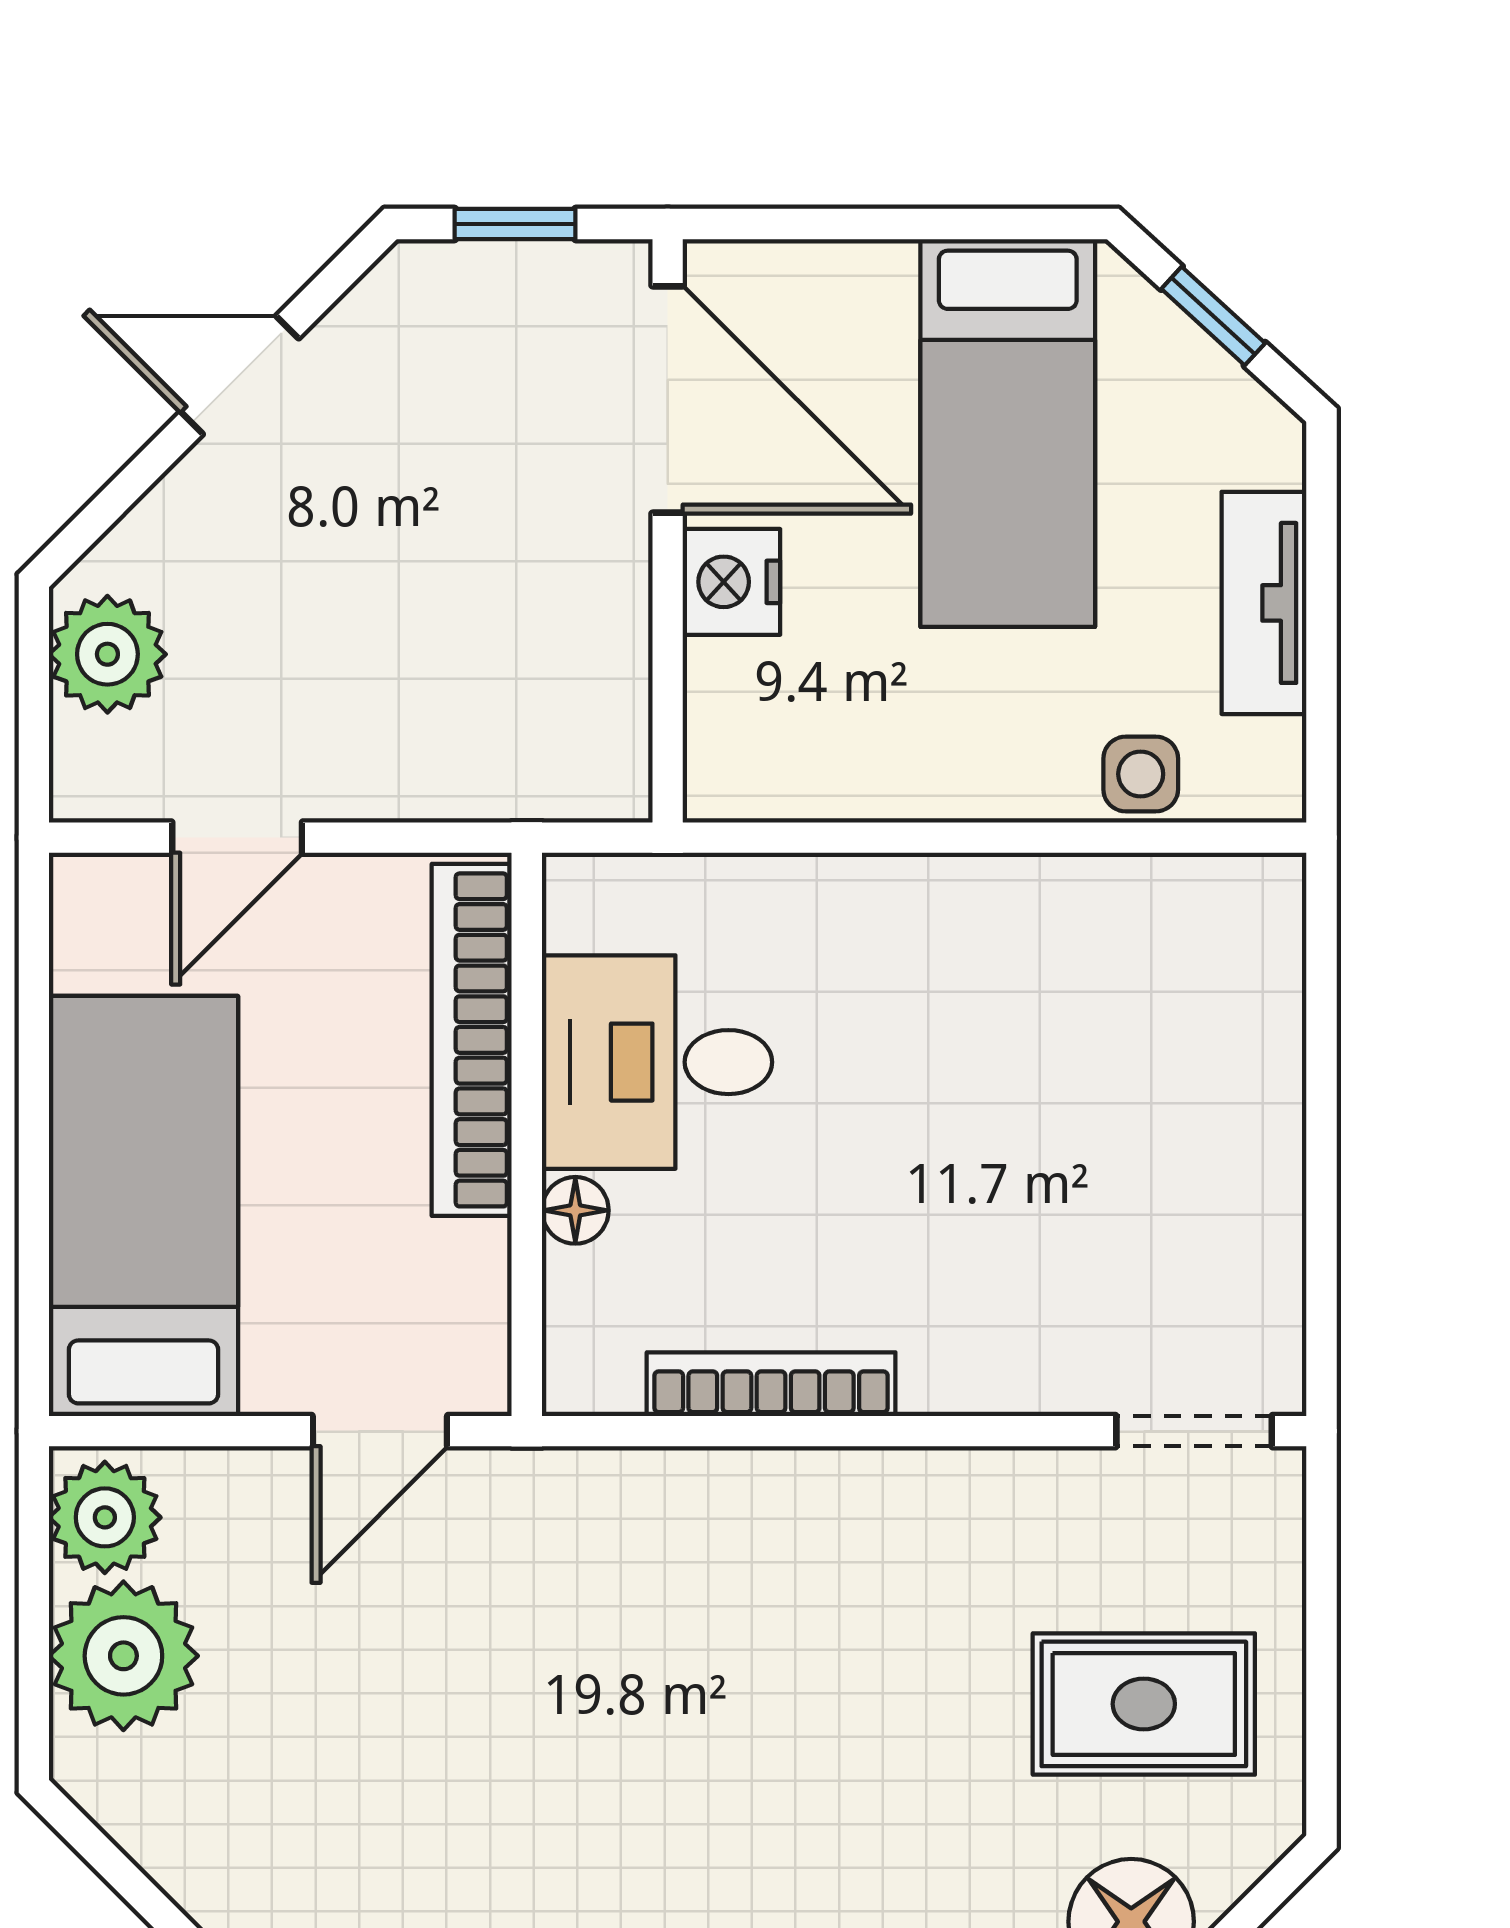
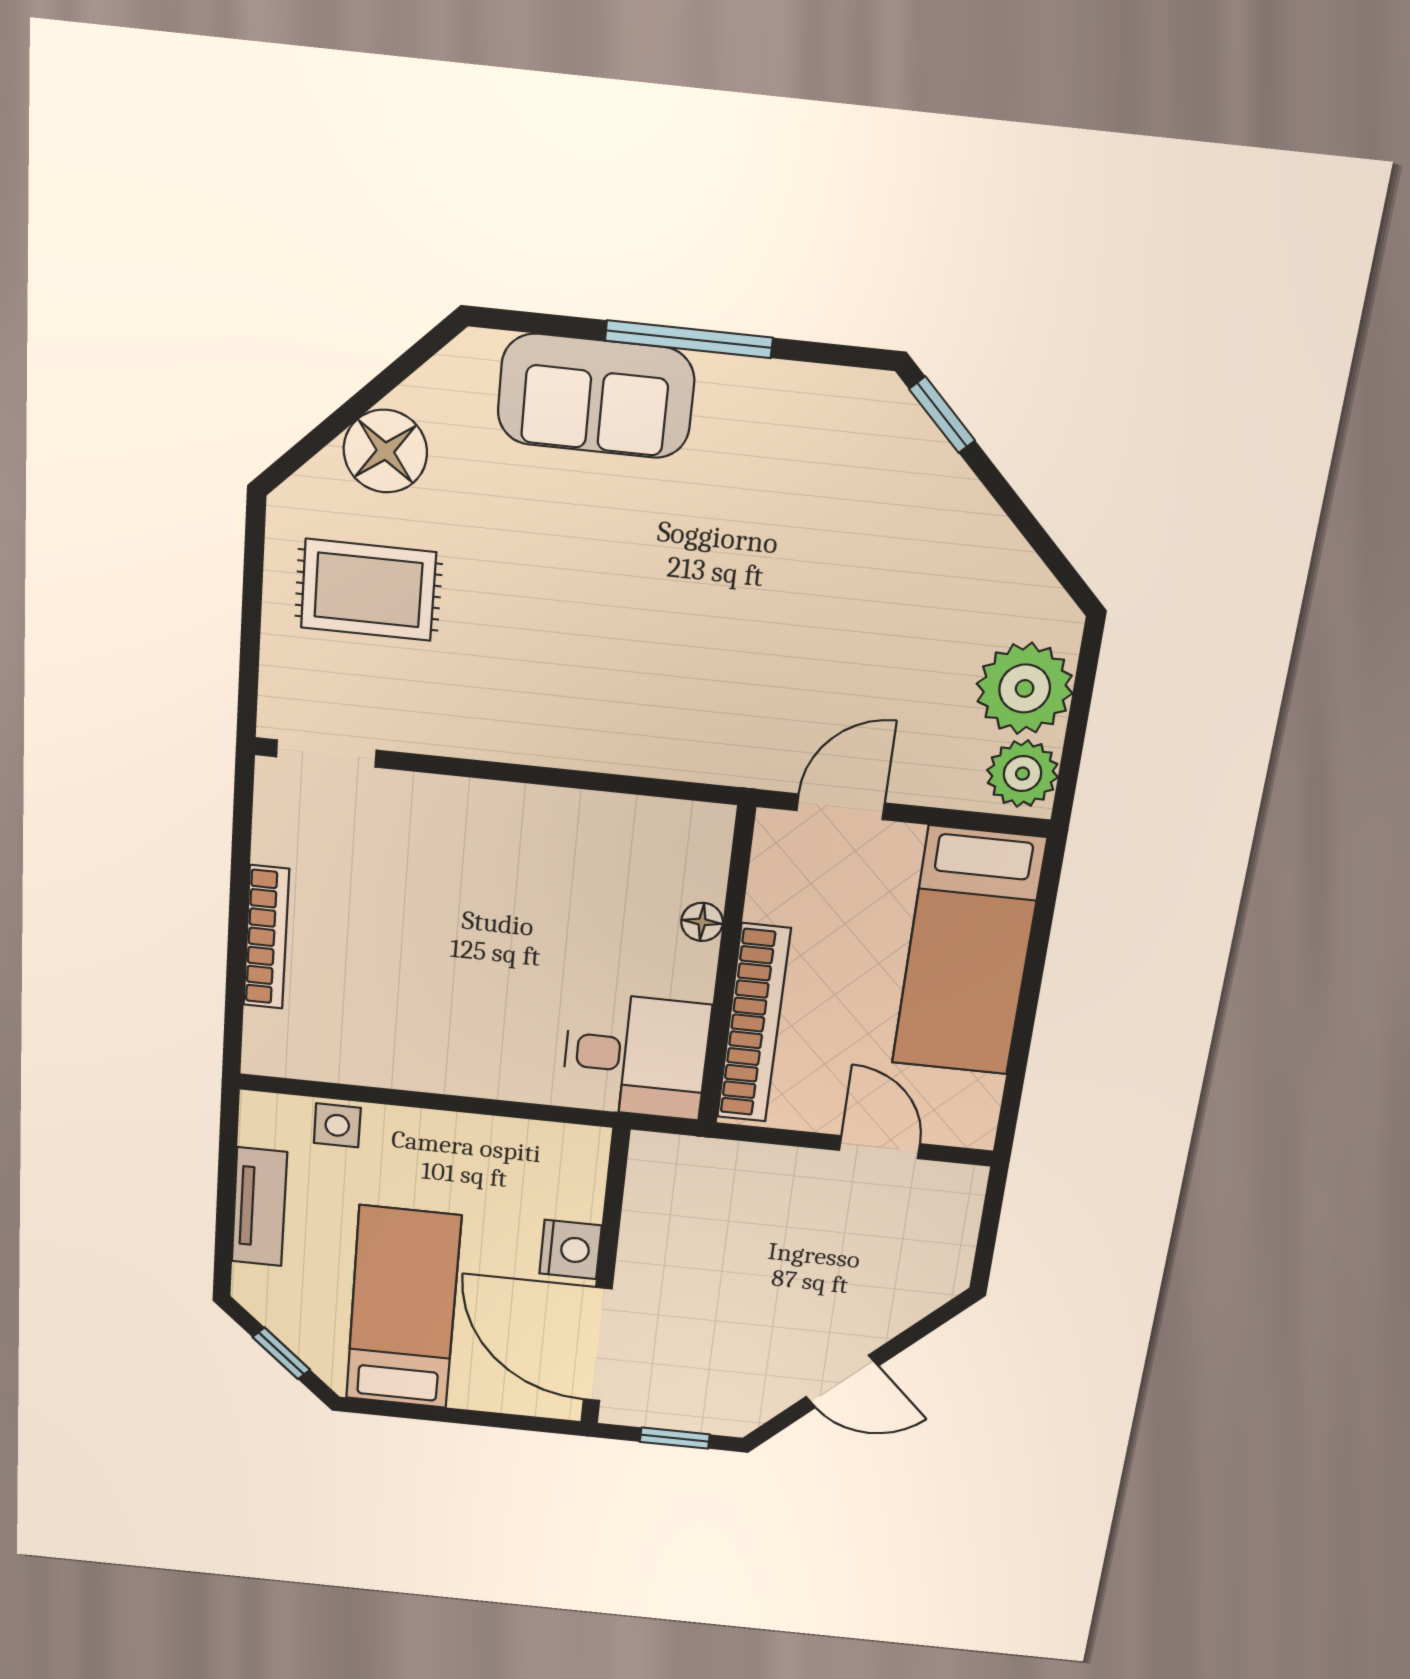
plant: (107, 654) -> (941, 1250), removed
door: (237, 838) -> (880, 1147), hinge flipped
desk: (657, 1062) -> (636, 1056), moved
bookcase: (771, 1384) -> (266, 937), moved, turned -90

